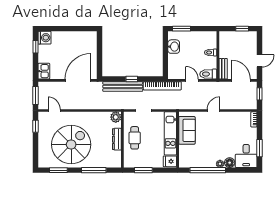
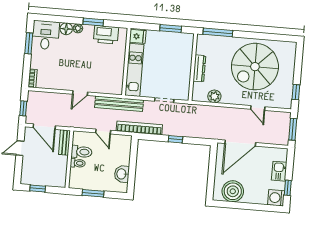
window: (181, 29) -> (93, 193), moved
boiler: (81, 40) -> (233, 191), added
kitchen sink: (44, 71) -> (279, 171), moved
toilet: (208, 74) -> (82, 152), moved
bench: (123, 86) -> (119, 104), moved
door: (54, 111) -> (258, 108), moved
plant: (116, 117) -> (214, 96), moved
sofa: (187, 130) -> (114, 72), removed
cafe table: (135, 138) -> (178, 68), removed
printer: (196, 161) -> (106, 35), added
window: (58, 170) -> (273, 37), removed
window: (94, 170) -> (218, 32), moved
window: (208, 170) -> (93, 22), width x0.47

